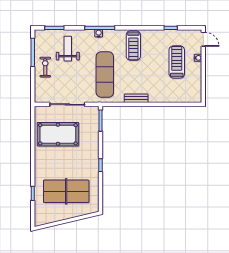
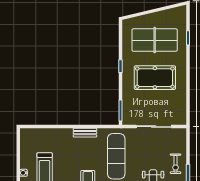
pool table: (58, 134) -> (155, 78), moved

